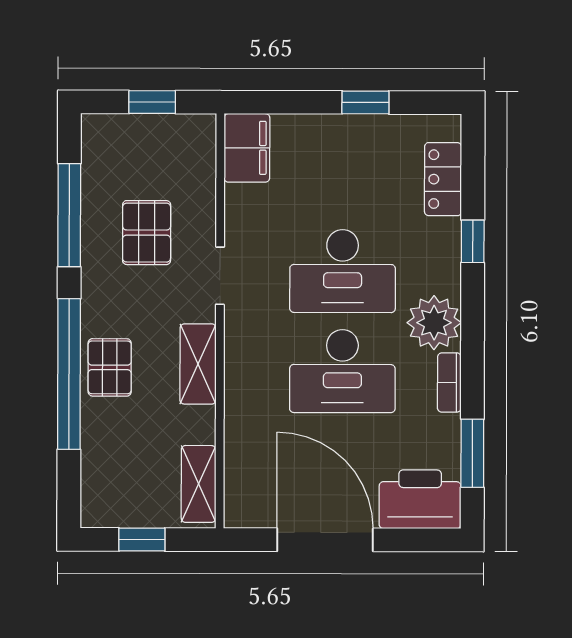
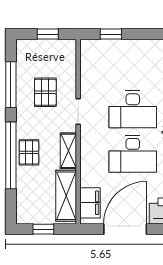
window: (365, 102) -> (111, 34), moved
filing cabinet: (247, 148) -> (90, 203), moved
shelving: (199, 484) -> (66, 196), width x1.50, depth x1.33
door: (325, 540) -> (125, 229), hinge flipped

